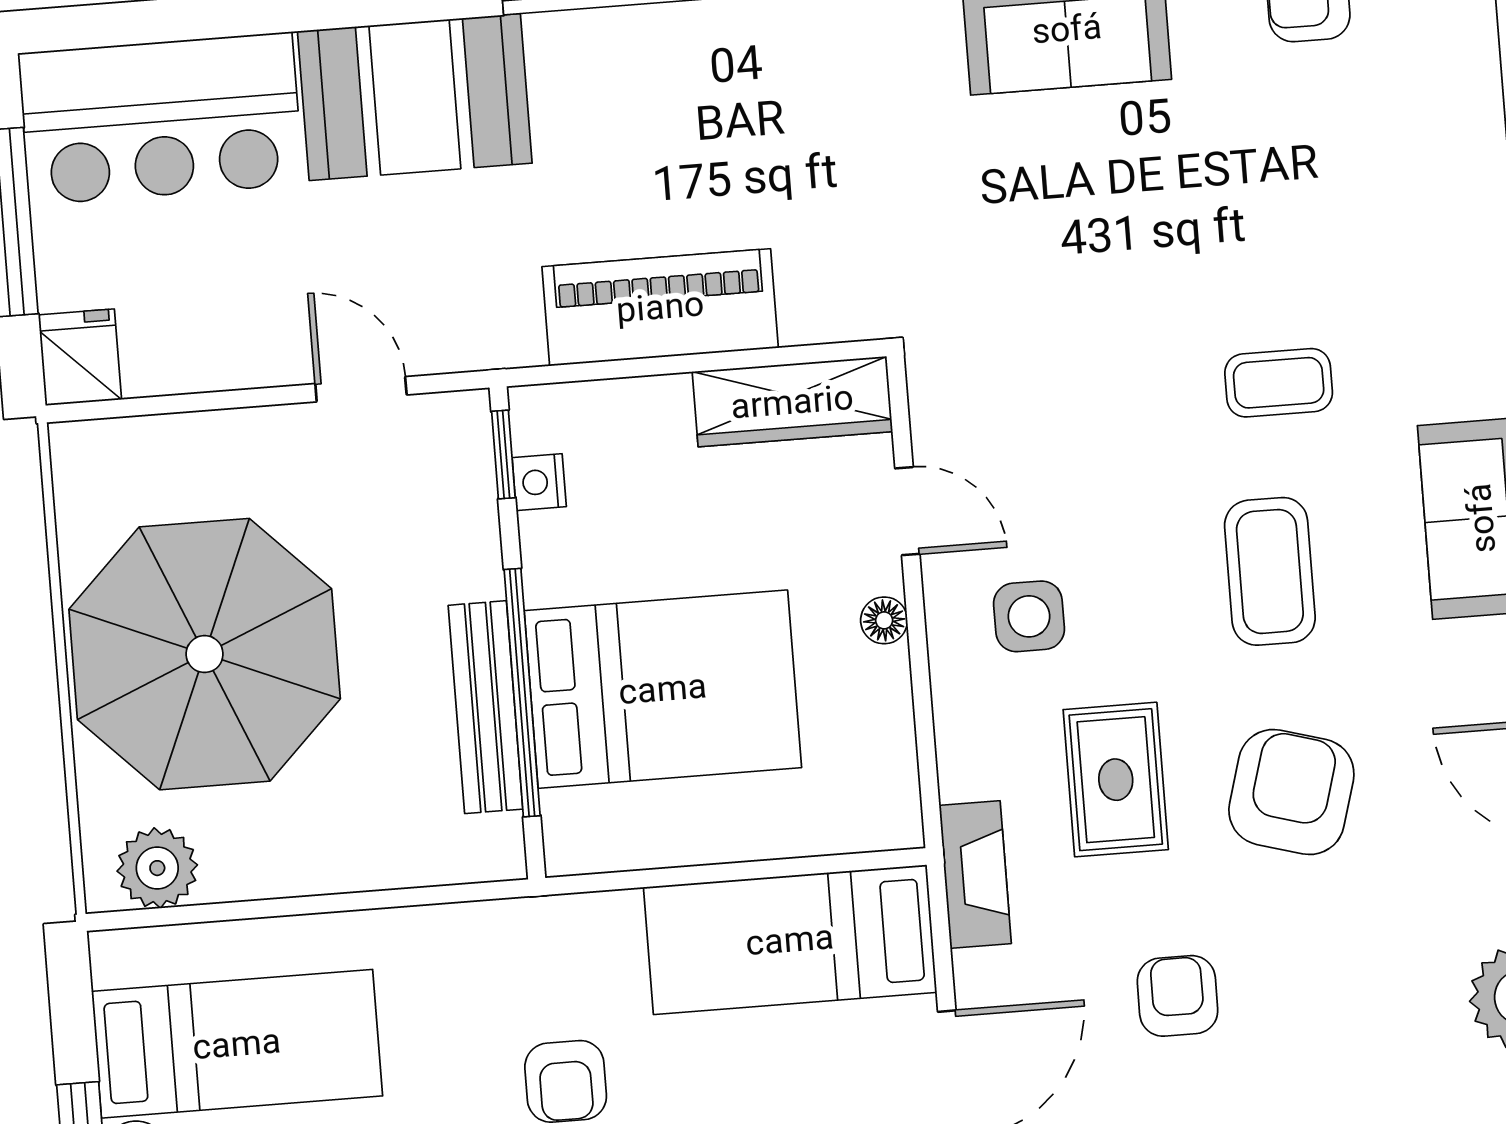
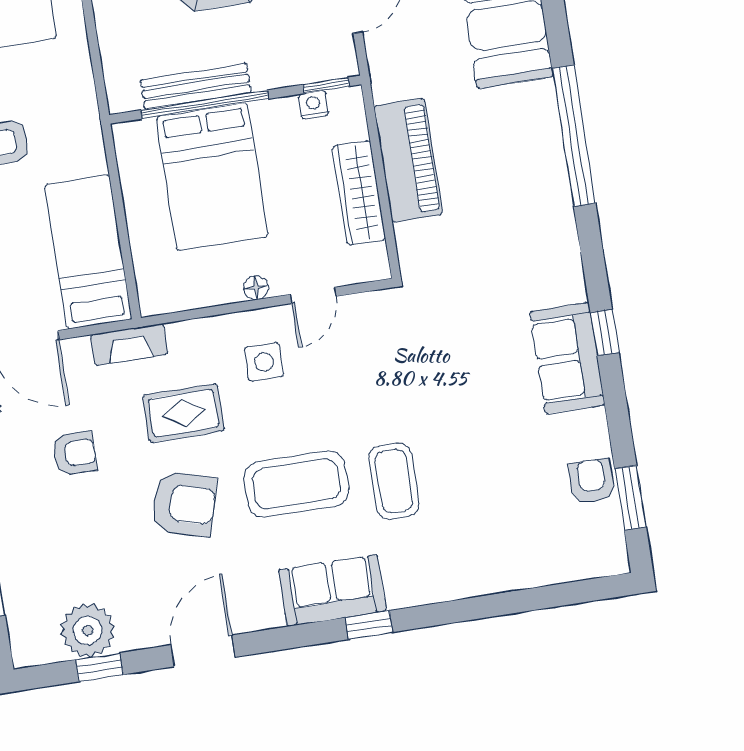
coffee table: (1279, 383) -> (394, 481), width x1.36, depth x1.30
wardrobe: (792, 402) -> (359, 193), moved
coffee table: (1270, 571) -> (297, 484), width x1.36, depth x1.32

